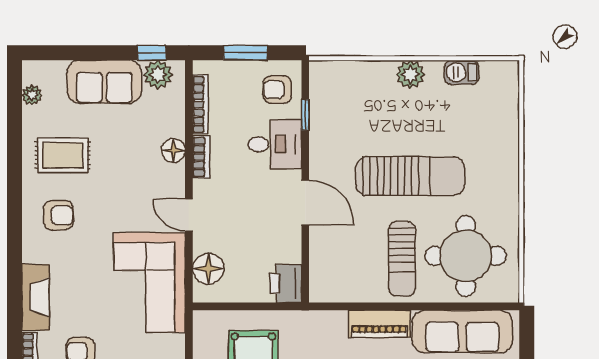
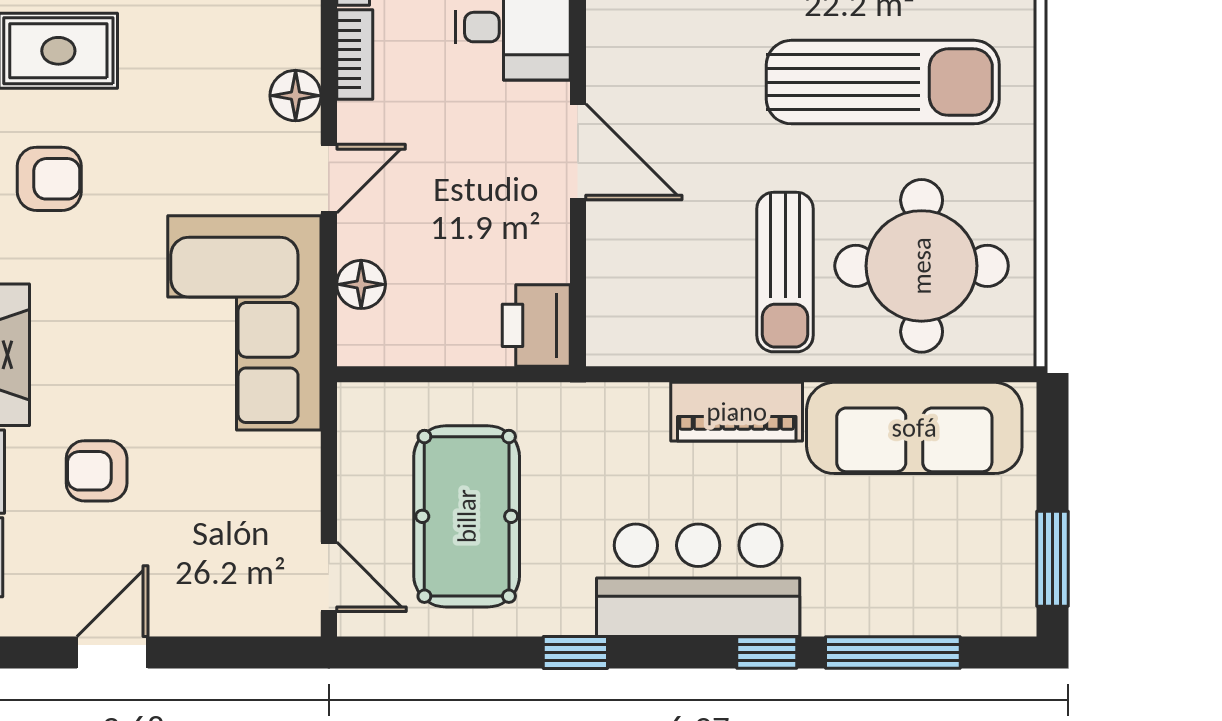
floor lamp: (173, 151) -> (296, 96), moved
sun lounger: (410, 176) -> (883, 82), moved
door: (189, 215) -> (329, 179), swing flipped
floor lamp: (208, 269) -> (361, 284), width x0.73, depth x0.73

